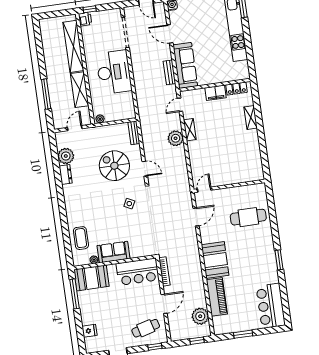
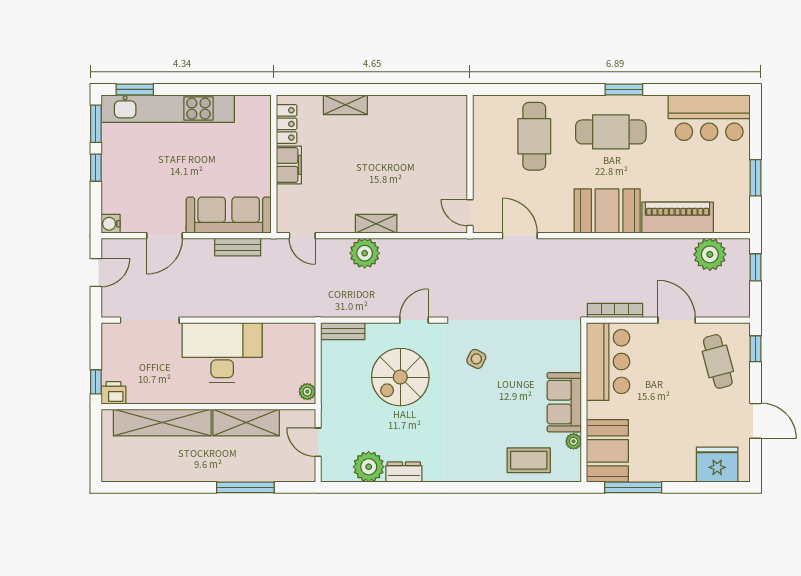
shelving: (190, 130) -> (376, 224), moved
cafe table: (256, 256) -> (611, 132), added
fridge: (89, 331) -> (717, 465), width x1.88, depth x1.34

